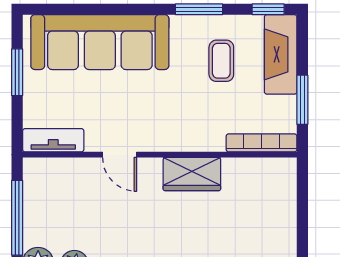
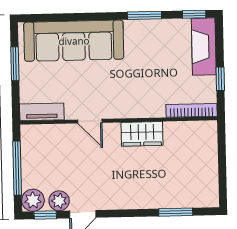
coffee table: (221, 61) -> (161, 52), removed
window: (302, 100) -> (220, 79), width x0.67

